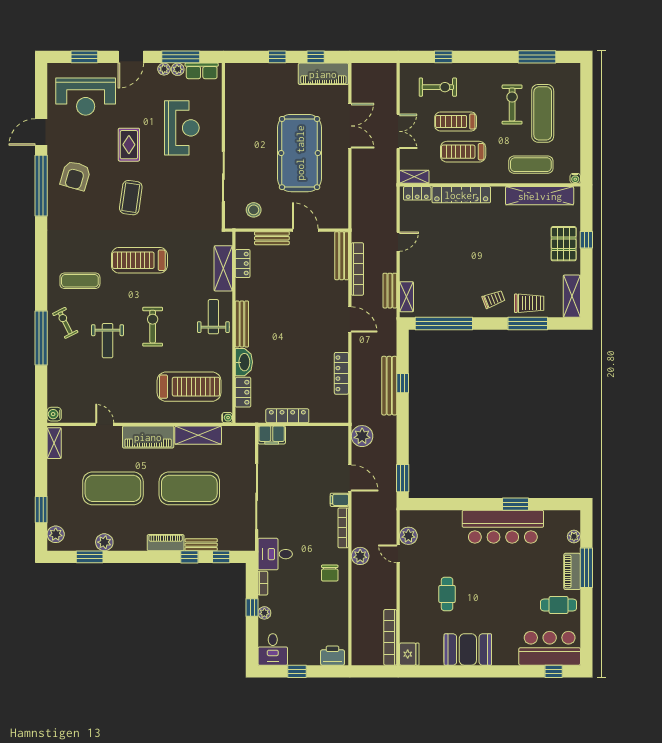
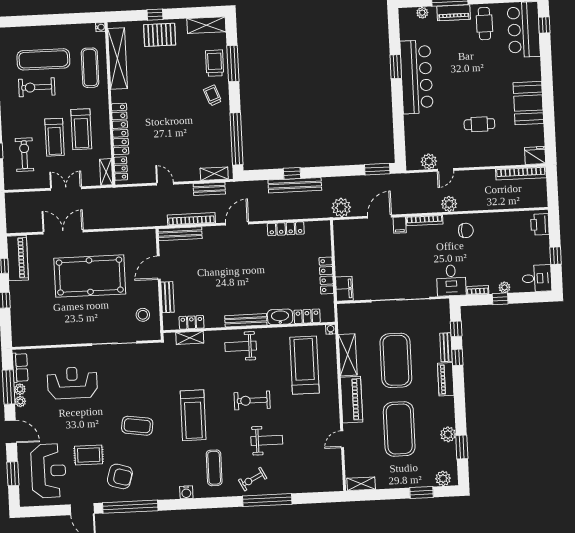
rug: (129, 145) -> (89, 455), moved
shelving: (223, 268) -> (190, 338), width x0.67, depth x0.75
water cooler: (54, 414) -> (186, 492), moved

